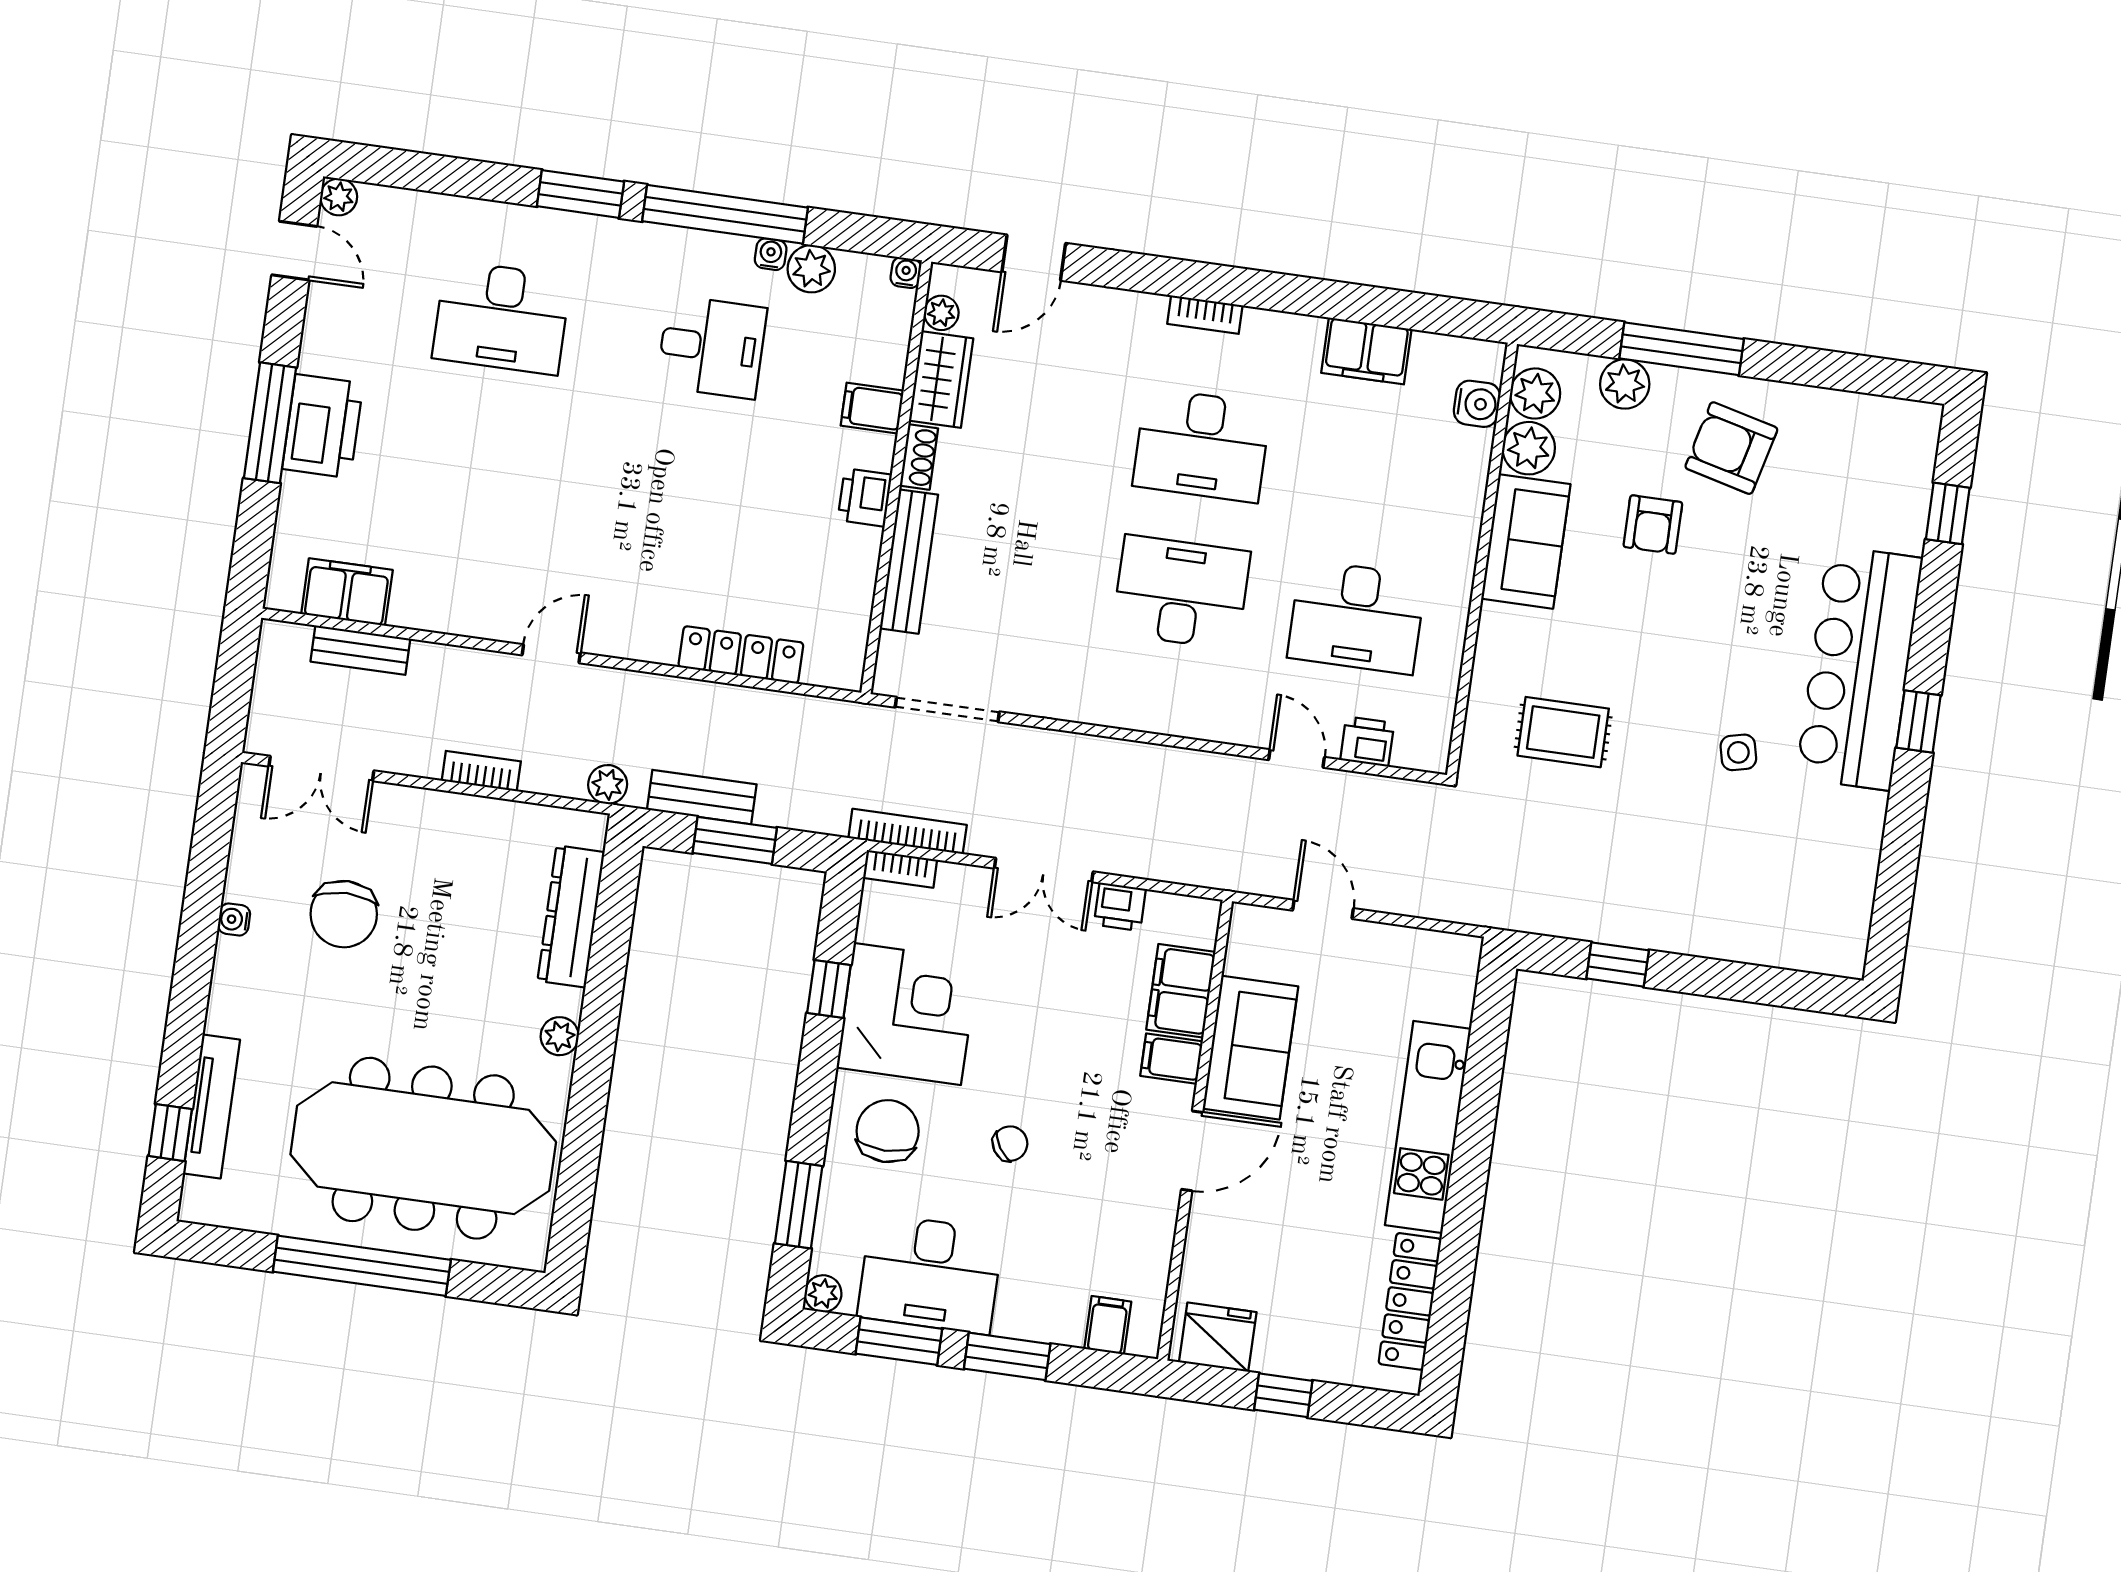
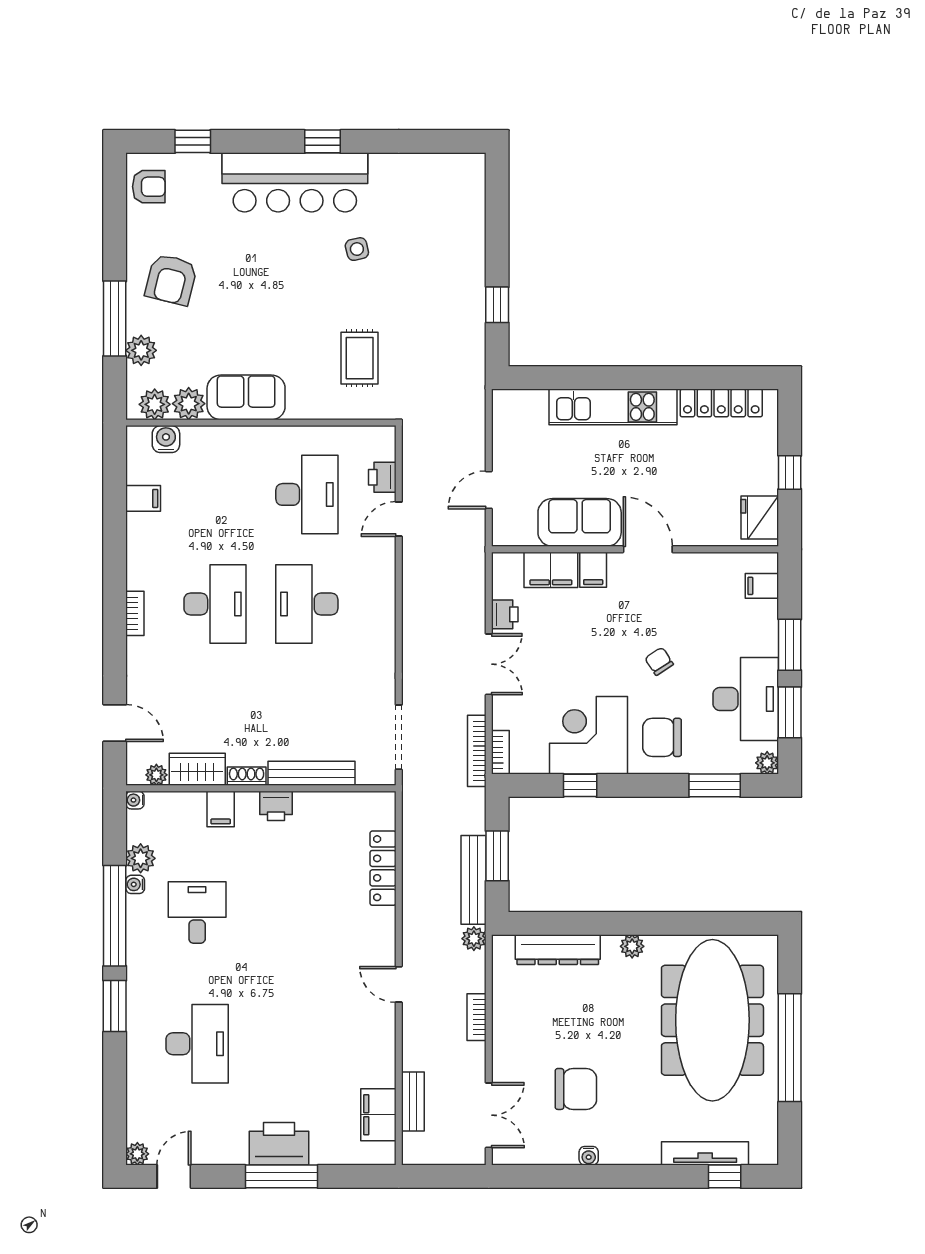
filing cabinet: (1366, 351) -> (143, 498), width x0.50
armchair: (1653, 525) -> (149, 187), moved
bench: (702, 797) -> (473, 880), width x1.36

